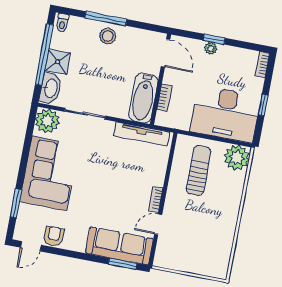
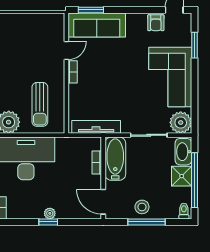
door: (166, 53) -> (103, 202), moved
wall: (161, 79) -> (103, 178), moved
bathtub: (143, 98) -> (115, 159), moved
bookcase: (164, 98) -> (97, 162), moved

